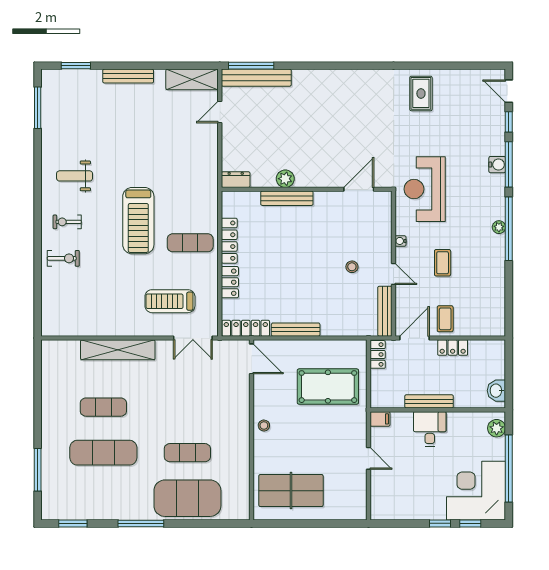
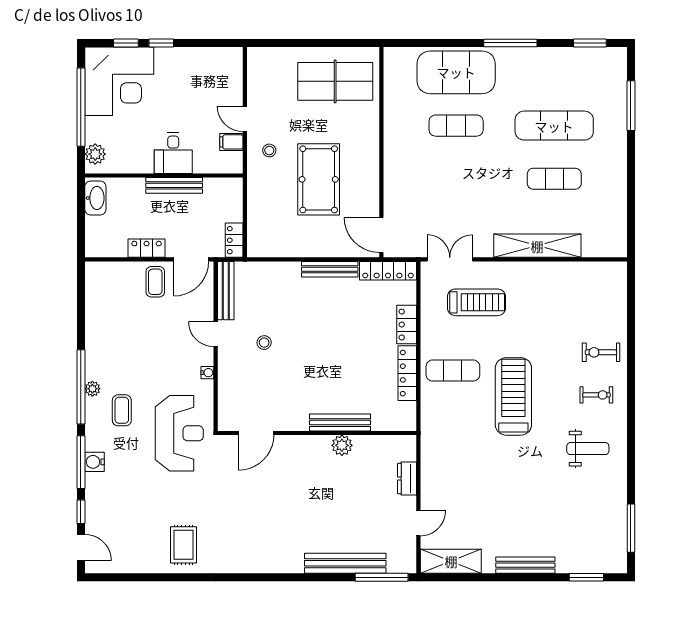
bench: (256, 78) -> (345, 563), moved
dresser: (236, 180) -> (407, 479), moved, turned 90
coffee table: (443, 263) -> (122, 410), moved
pool table: (328, 387) -> (319, 179), moved, turned 90
washbasin: (496, 391) -> (95, 198), width x1.38
filing cabinet: (380, 419) -> (231, 142), moved
stool: (264, 426) -> (269, 150), moved

